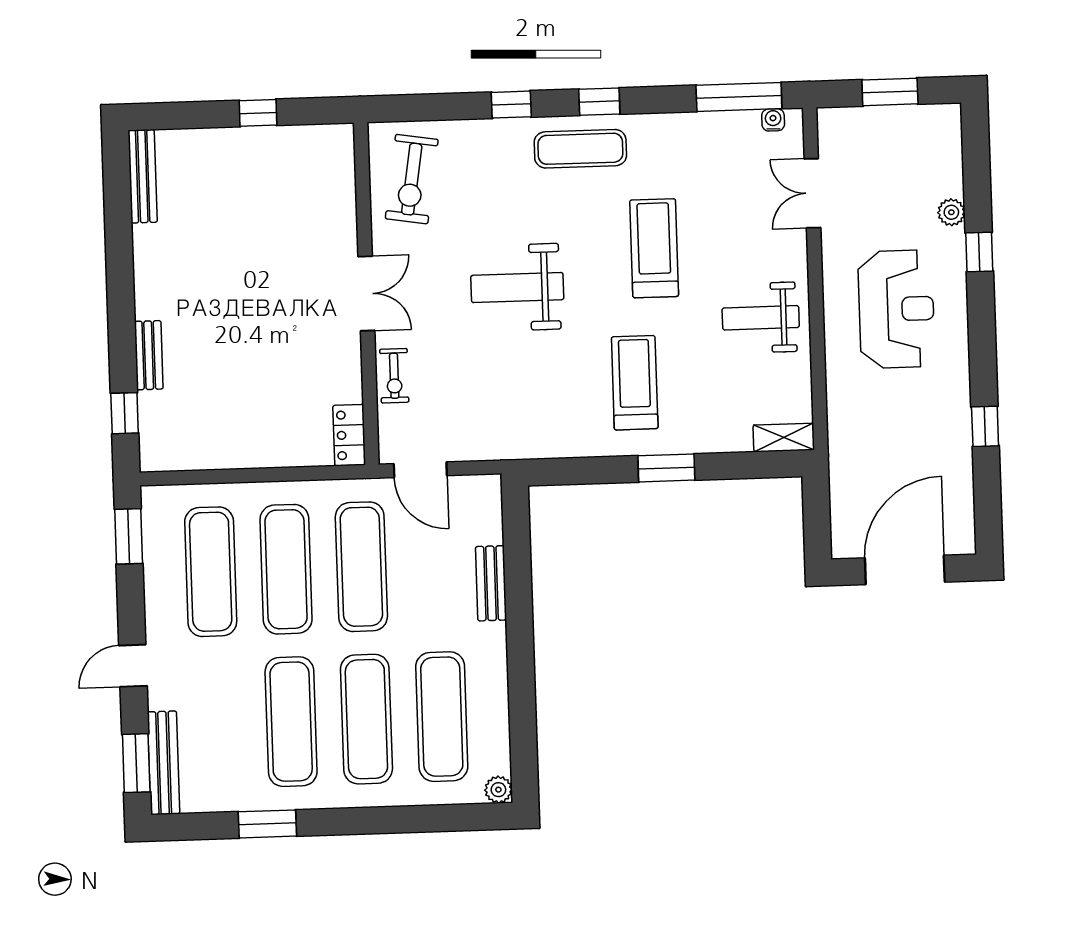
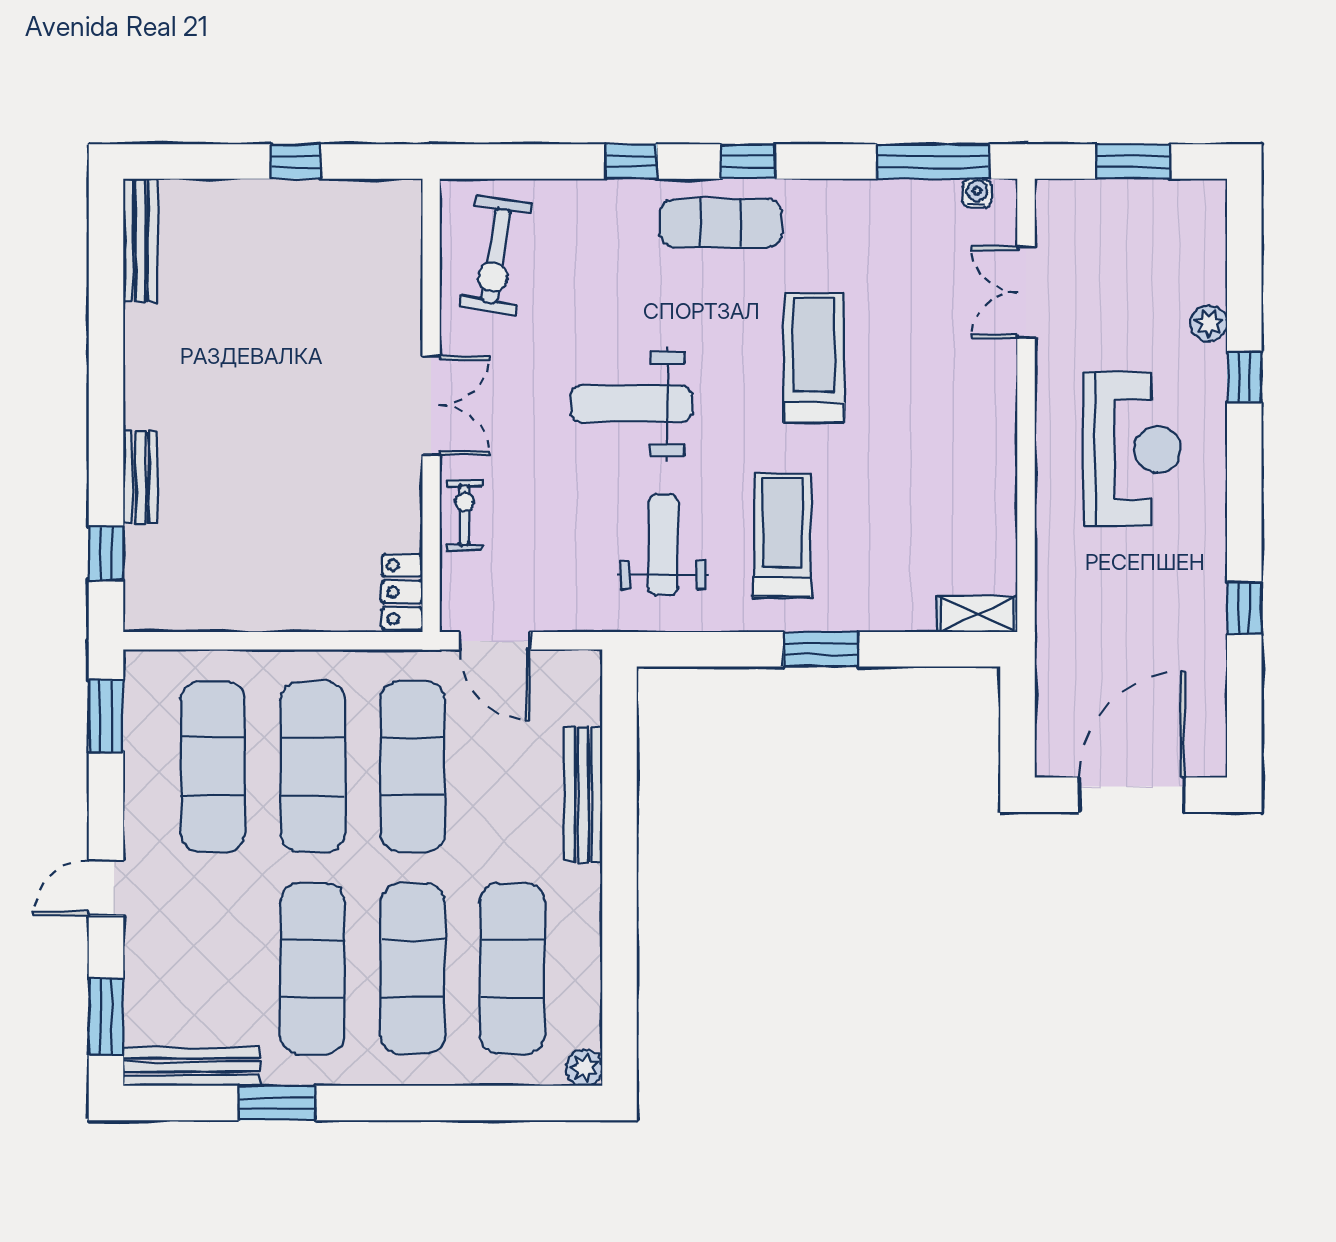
weight bench: (761, 318) -> (663, 544), moved, turned 90
exercise bike: (394, 376) -> (464, 515), turned 180
bench: (491, 583) -> (583, 794), width x1.36
bench: (164, 763) -> (191, 1067), moved, turned 90

